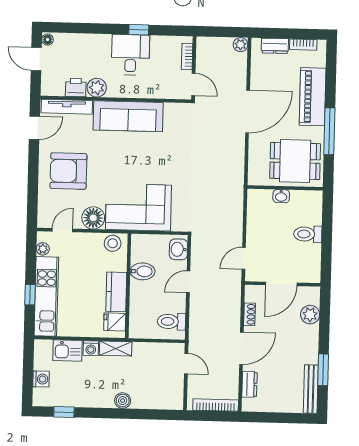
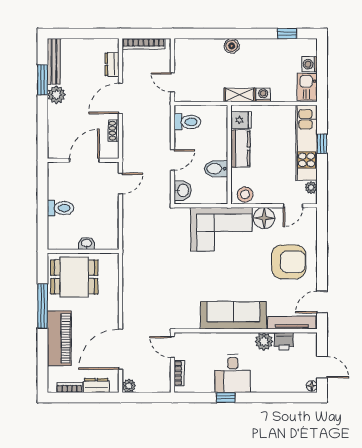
door: (248, 111) -> (120, 349), moved
plant: (310, 315) -> (56, 95), moved
kitchen sink: (68, 351) -> (307, 87), moved, turned -90

